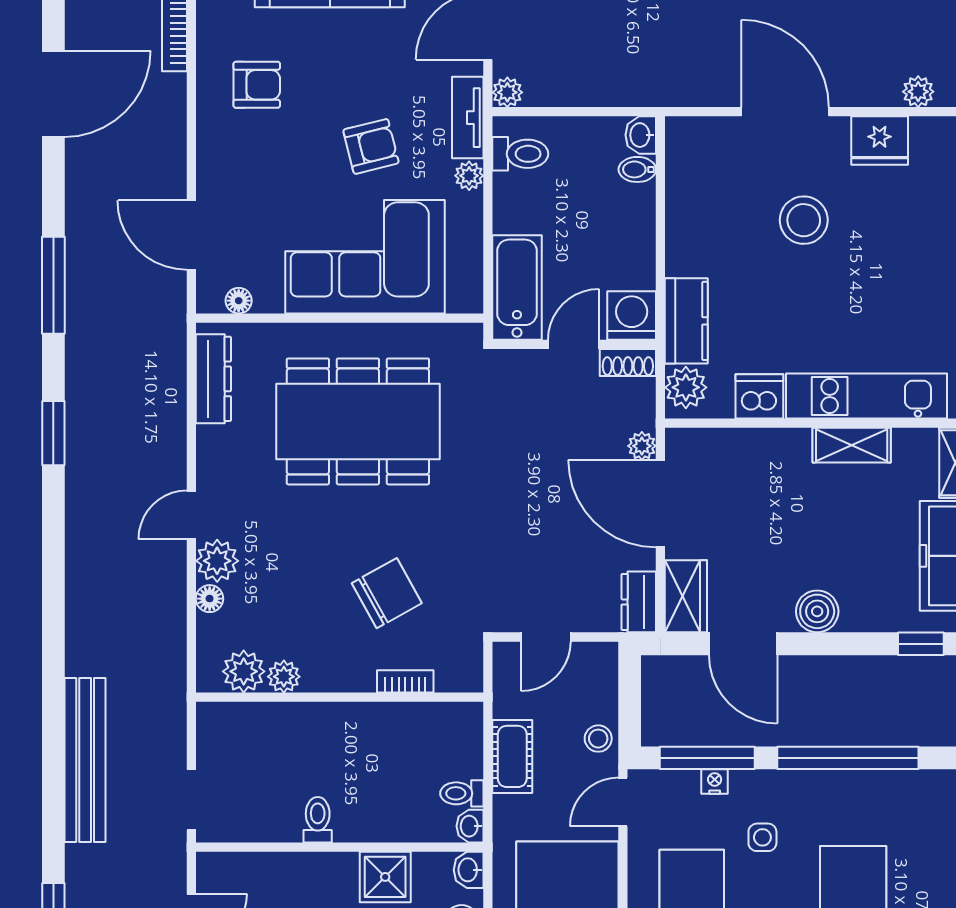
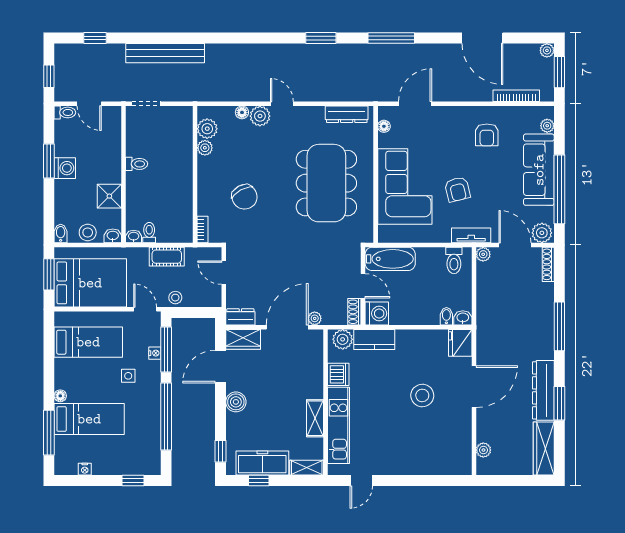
fridge: (880, 141) -> (460, 343), moved
plant: (469, 176) -> (443, 236), removed
bookcase: (405, 681) -> (203, 229), moved

